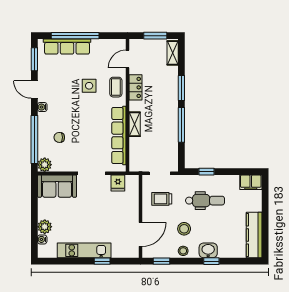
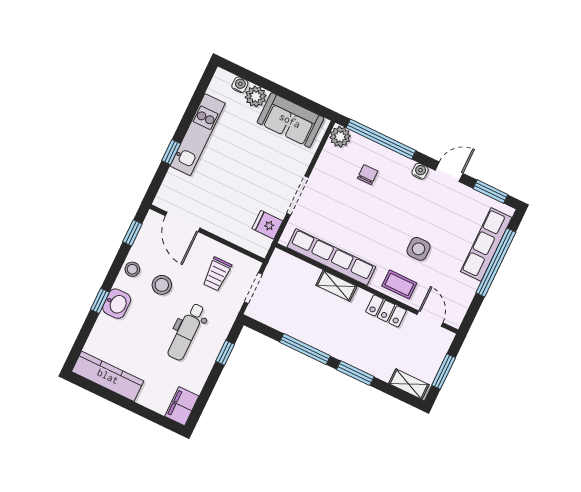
sofa: (57, 186) -> (290, 120), moved, turned -90
trolley: (162, 199) -> (217, 274), turned 180

